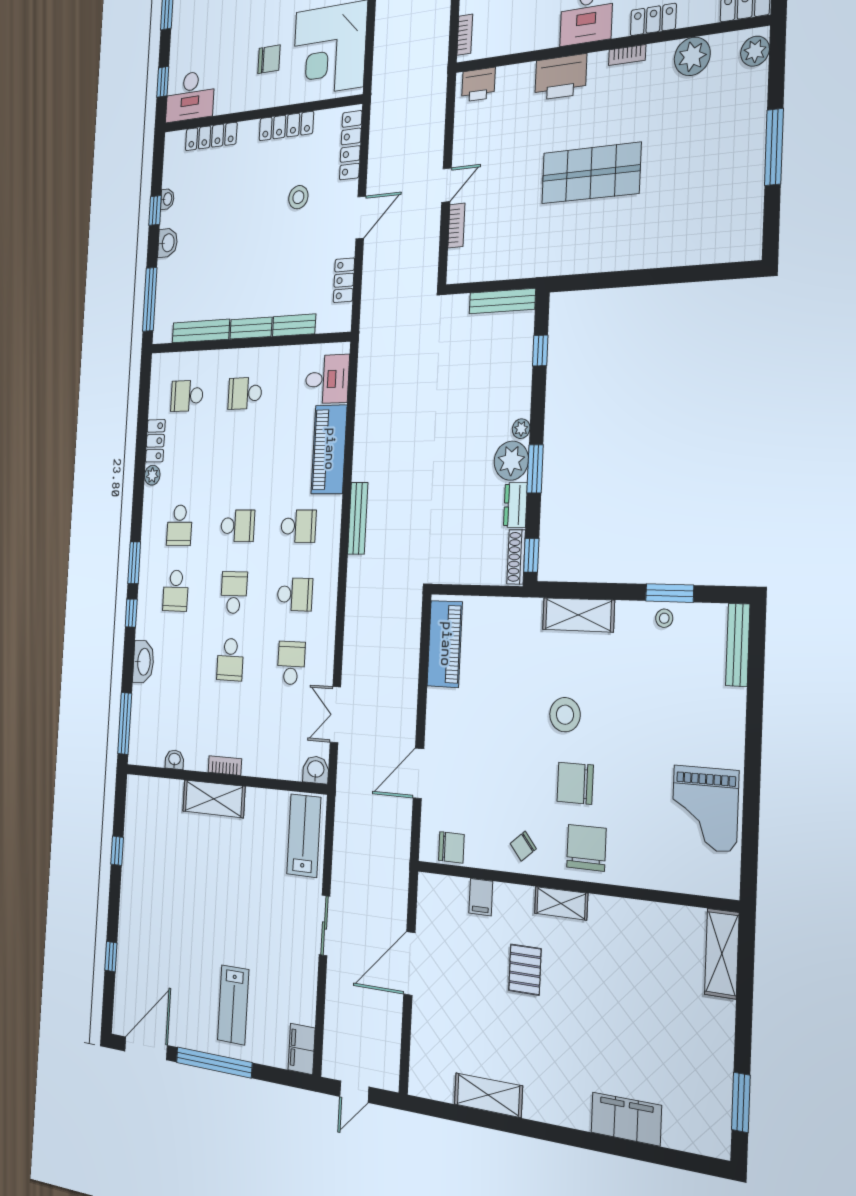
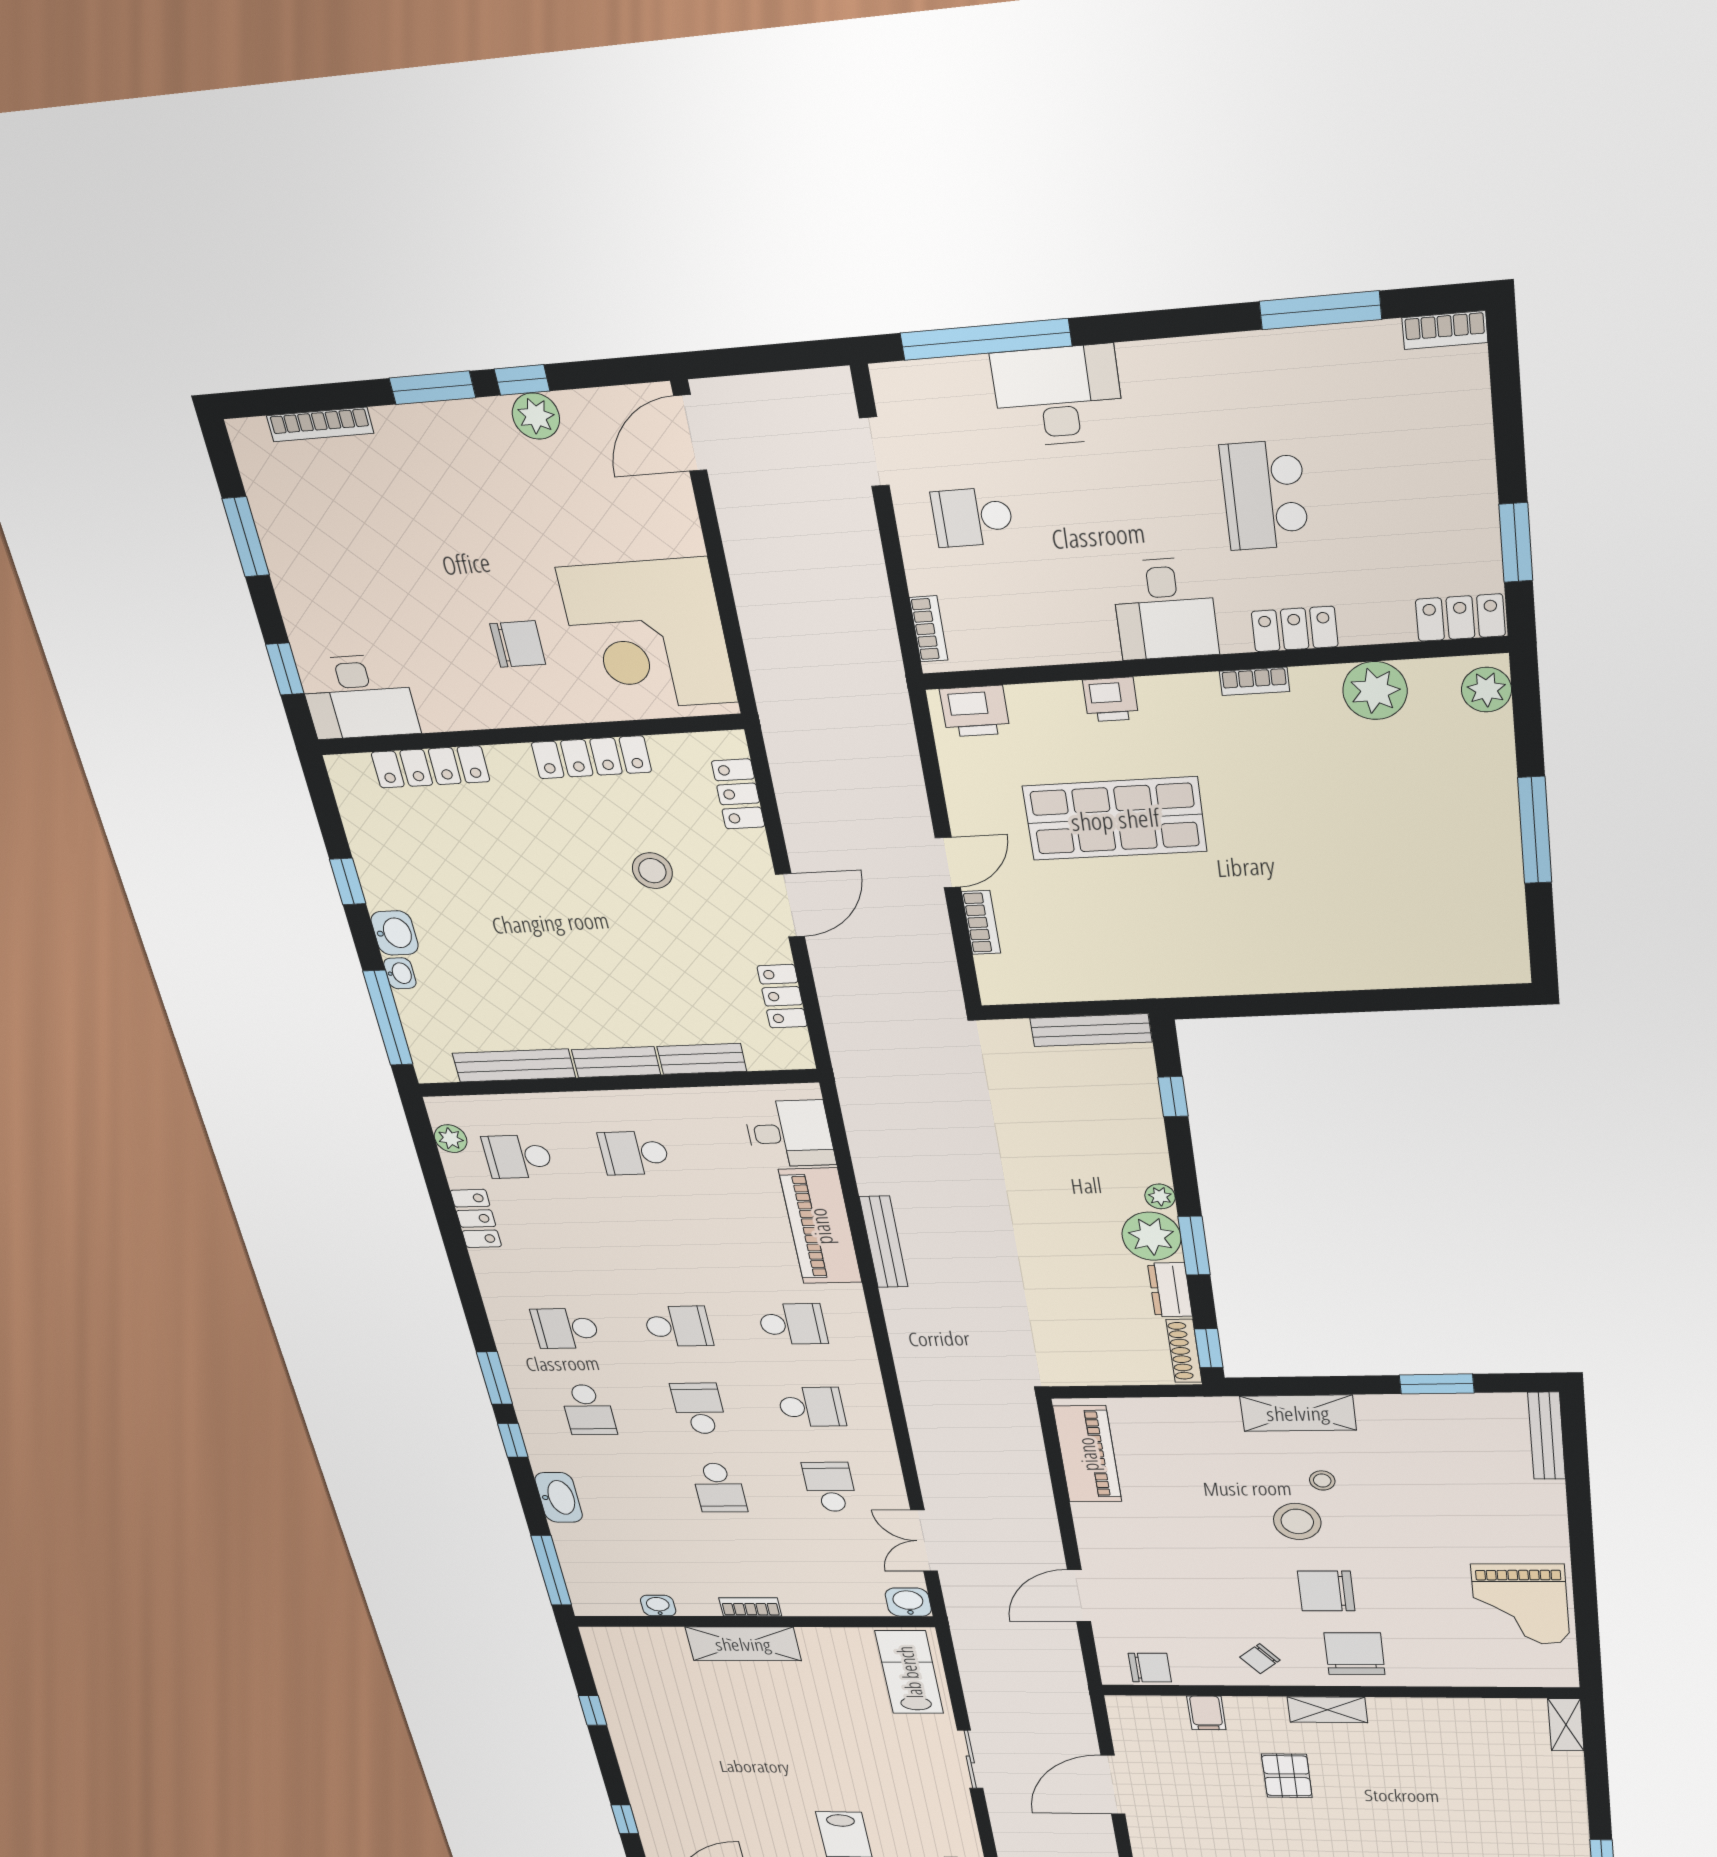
printer: (561, 77) -> (1111, 699), width x0.53, depth x0.68
locker: (351, 145) -> (738, 794), width x0.66
shop shelf: (591, 173) -> (1115, 819), moved
washbasin: (167, 199) -> (400, 973), moved
plant: (152, 475) -> (451, 1139), moved
bench: (358, 518) -> (884, 1242), moved
school desk: (179, 525) -> (566, 1328), turned 90
stool: (664, 618) -> (1322, 1480), moved
shelving: (722, 954) -> (1566, 1725), width x0.67, depth x0.75

